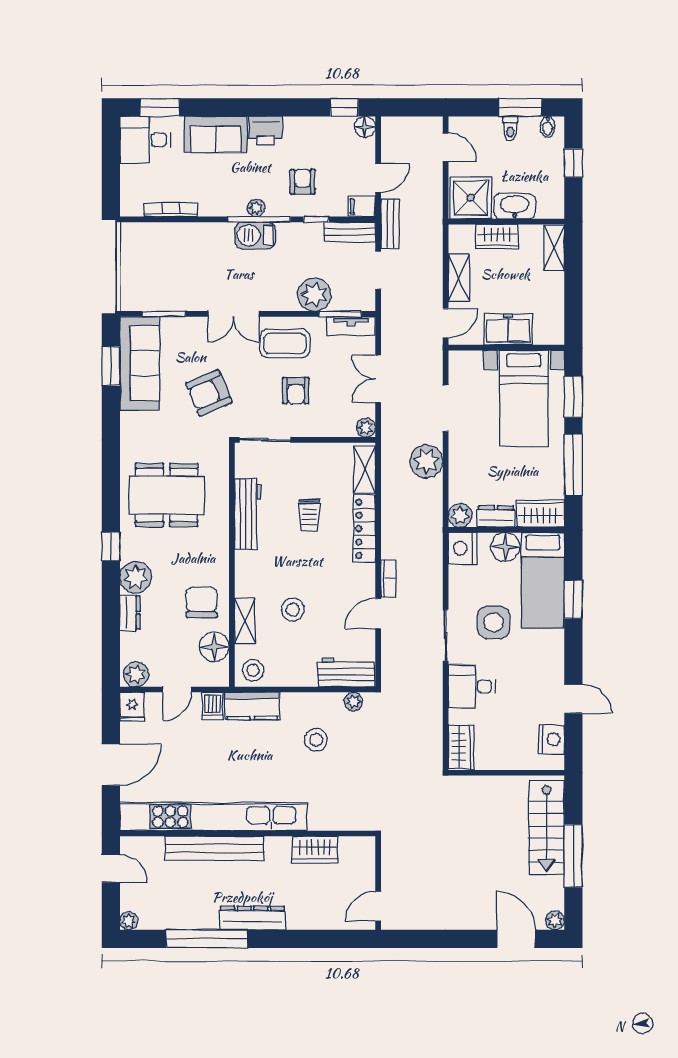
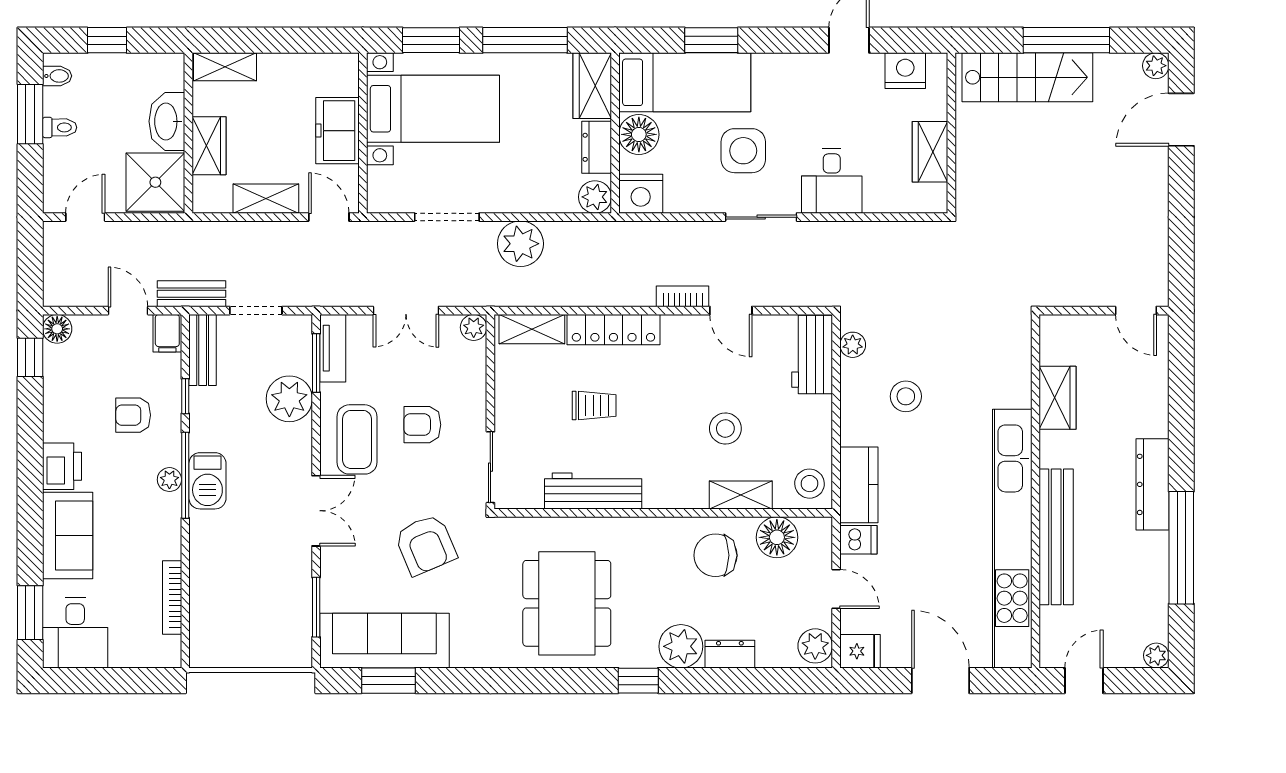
armchair: (296, 391) -> (422, 425), turned 180
wardrobe: (461, 747) -> (930, 152), moved, turned -90

